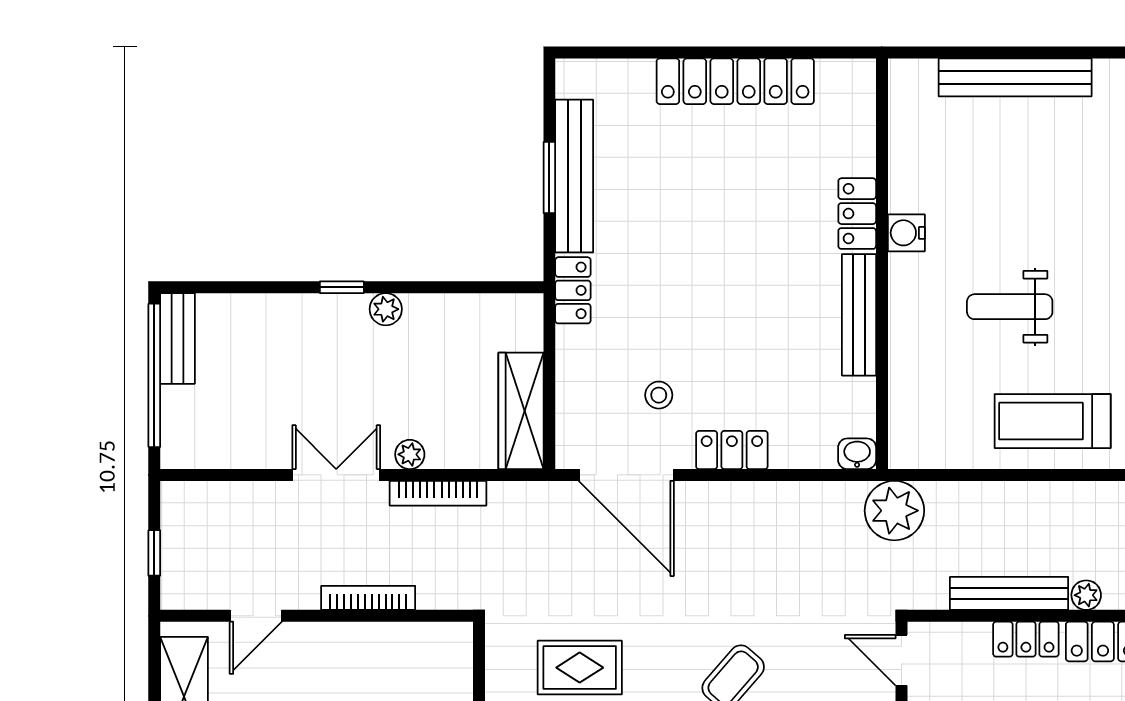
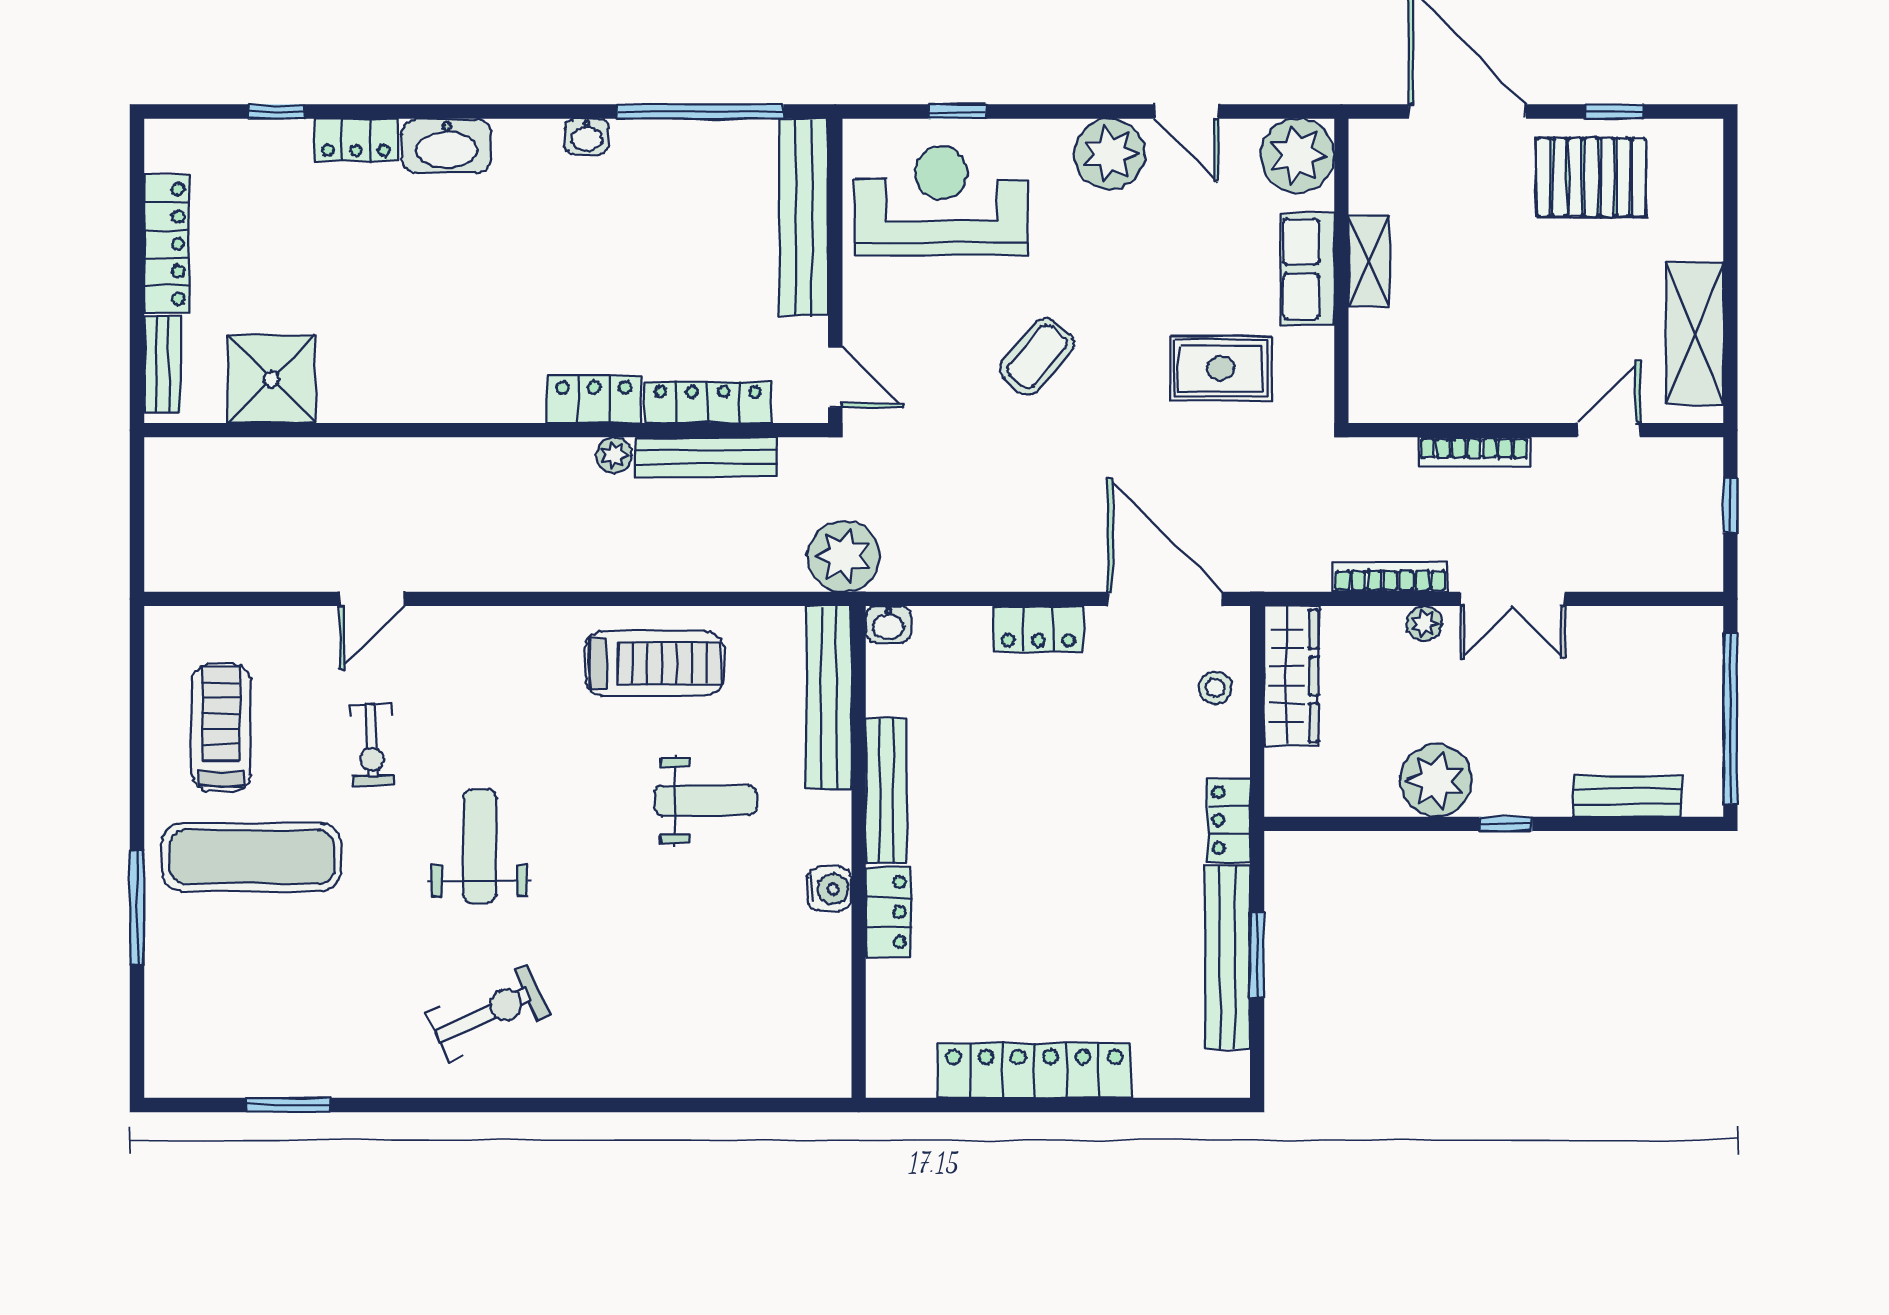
bench: (1015, 77) -> (829, 697), moved, turned 90
plant: (386, 309) -> (1436, 781), width x1.88, depth x1.88
bench: (177, 338) -> (1627, 796), moved, turned 90
stool: (659, 395) -> (1215, 688), moved
locker: (1026, 639) -> (708, 402), width x1.53

